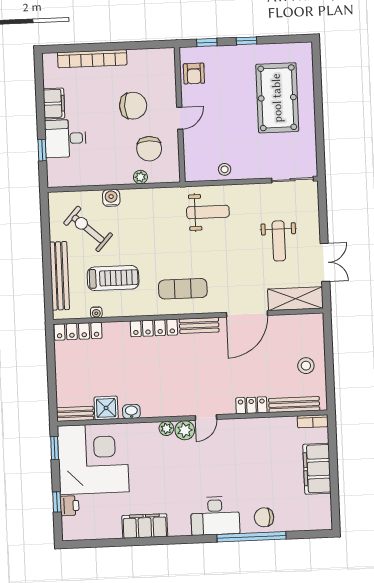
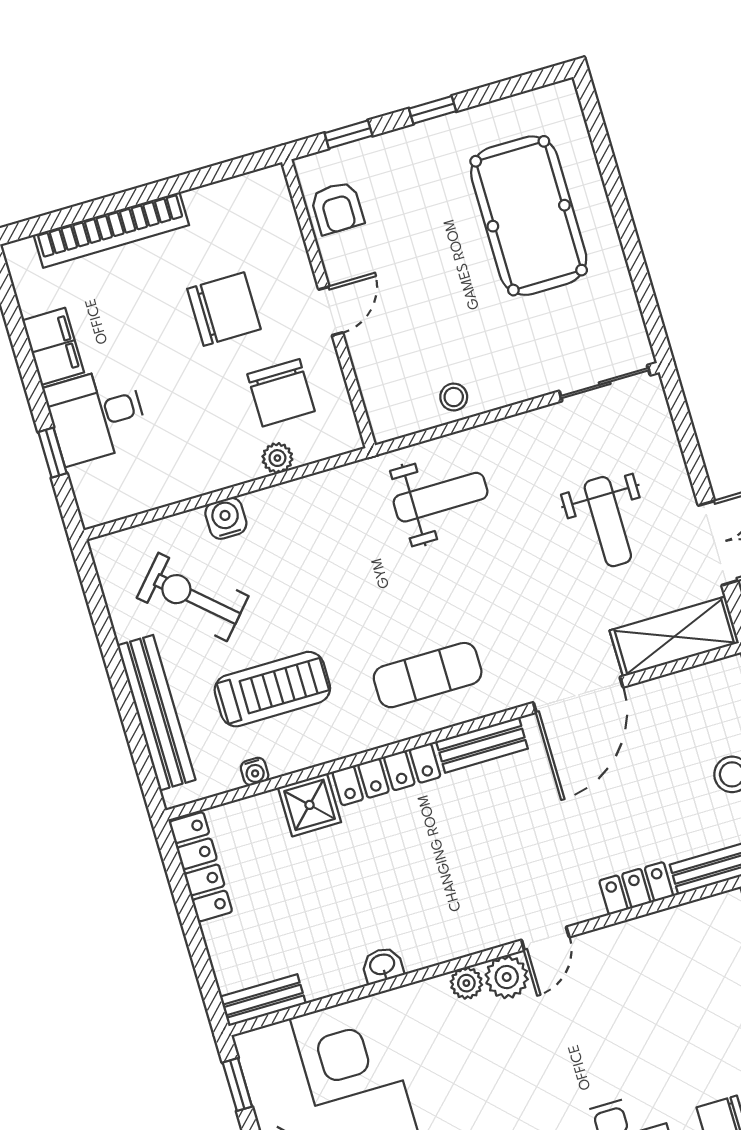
locker: (78, 331) -> (201, 867), moved, turned -90
shower: (106, 408) -> (310, 805), moved

